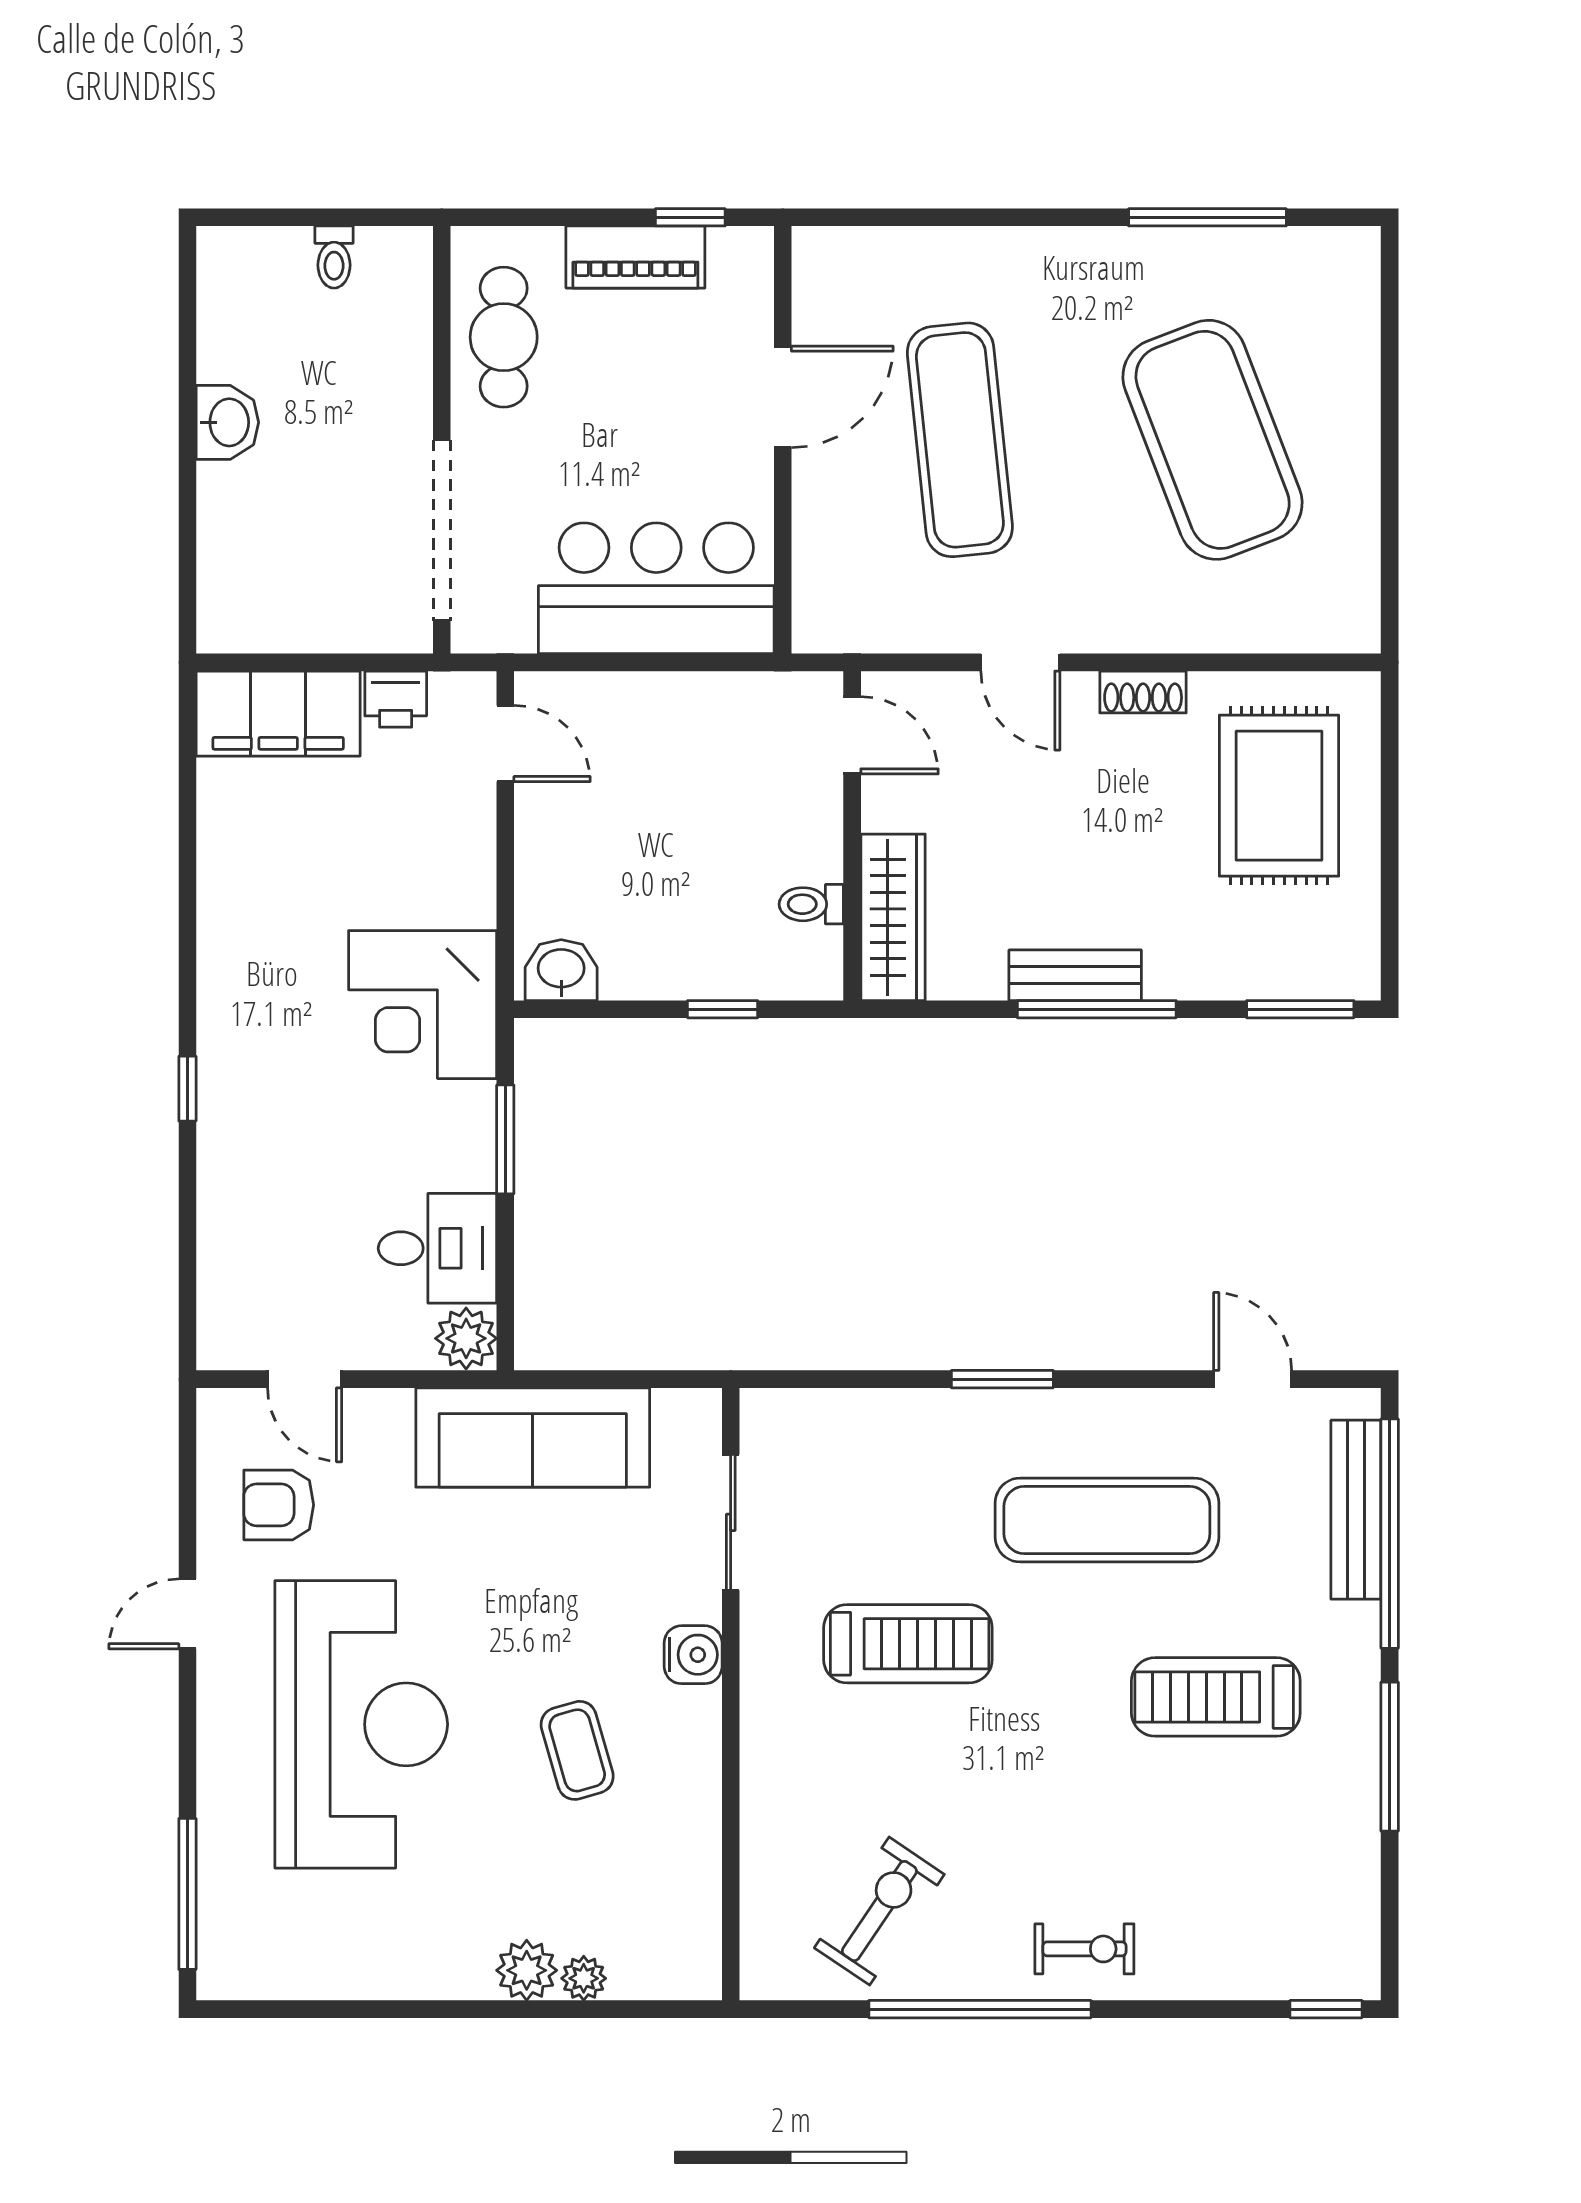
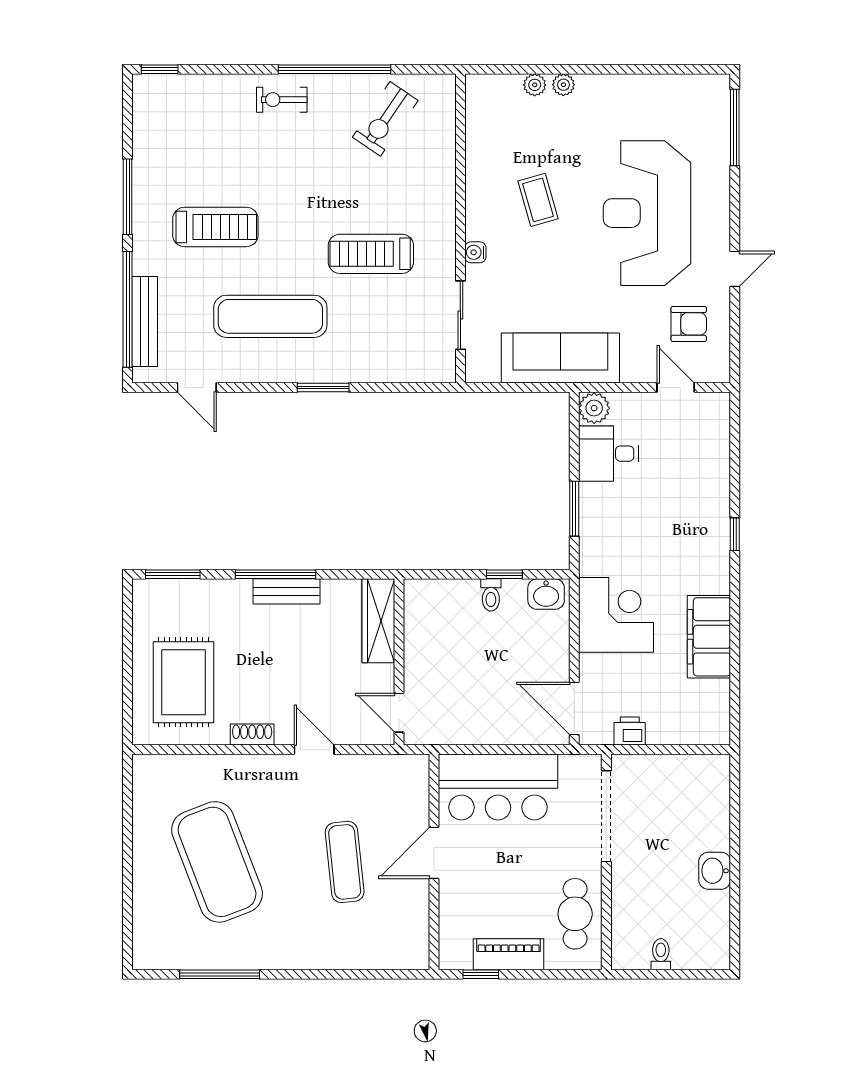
door: (783, 397) -> (434, 853), moved
exercise mat: (960, 440) -> (345, 862), width x0.73, depth x0.69
filing cabinet: (278, 714) -> (709, 637), moved, turned -90
door: (505, 744) -> (574, 709), width x1.37
toilet: (811, 904) -> (491, 595), moved, turned 90
corner desk: (423, 1005) -> (616, 615), moved
window: (723, 1009) -> (504, 574), moved
water cooler: (693, 1655) -> (475, 252), width x0.72, depth x0.72
plant: (527, 1970) -> (563, 85), width x0.73, depth x0.73

